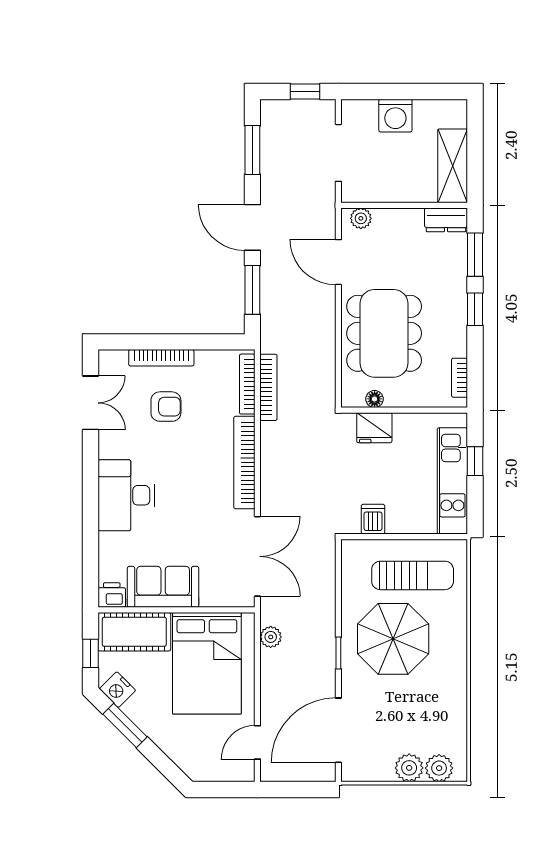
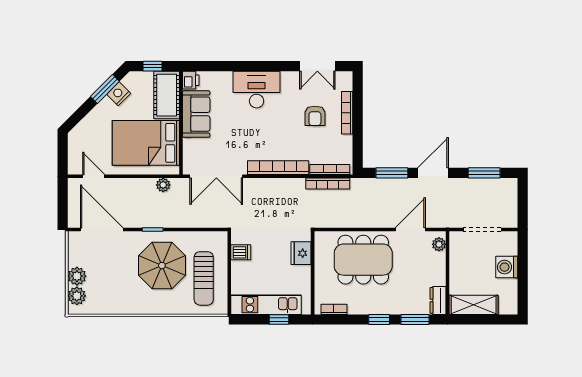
window: (305, 91) -> (523, 208), removed
floor lamp: (375, 399) -> (320, 253), removed
nightstand: (118, 690) -> (119, 94), moved

